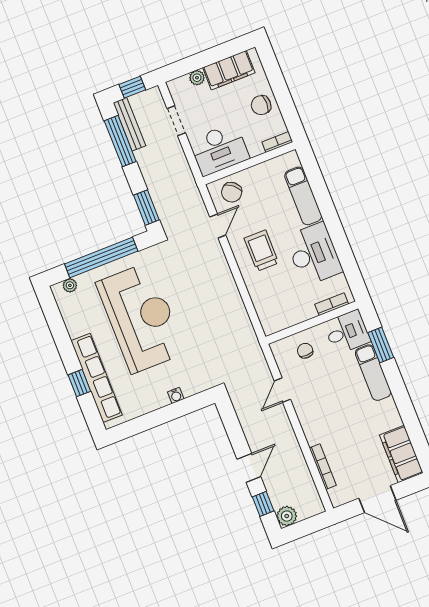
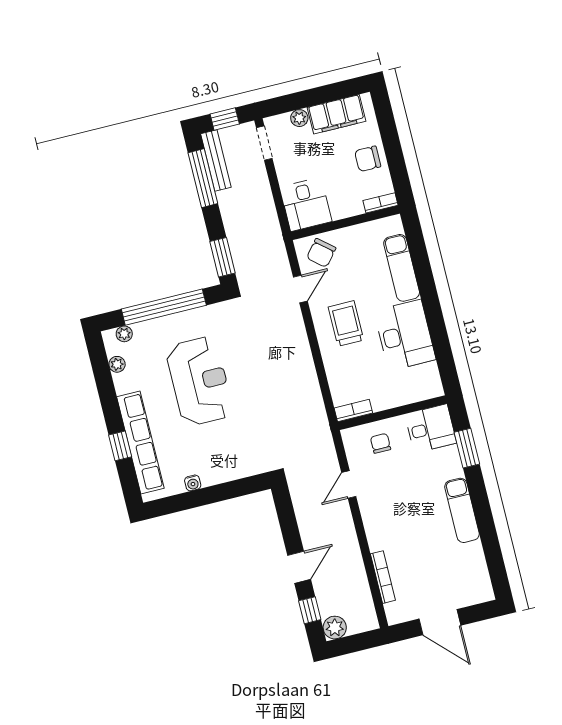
doorway: (176, 121) -> (264, 143), moved
desk: (219, 149) -> (306, 204), width x0.73
bookcase: (332, 304) -> (353, 410), moved
plant: (67, 313) -> (117, 364), added
reception desk: (141, 318) -> (199, 381), width x0.74, depth x0.77
exam couch: (373, 373) -> (462, 510), moved
water cooler: (176, 395) -> (193, 483), moved
filing cabinet: (401, 454) -> (474, 575), removed

